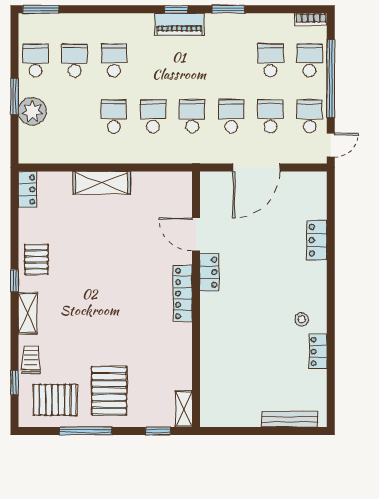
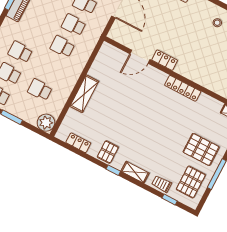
plant: (32, 111) -> (46, 123), moved
school desk: (114, 116) -> (40, 90), moved
locker: (28, 190) -> (78, 143), moved
pallet: (36, 259) -> (108, 152), turned 90
locker: (183, 293) -> (183, 88), moved

